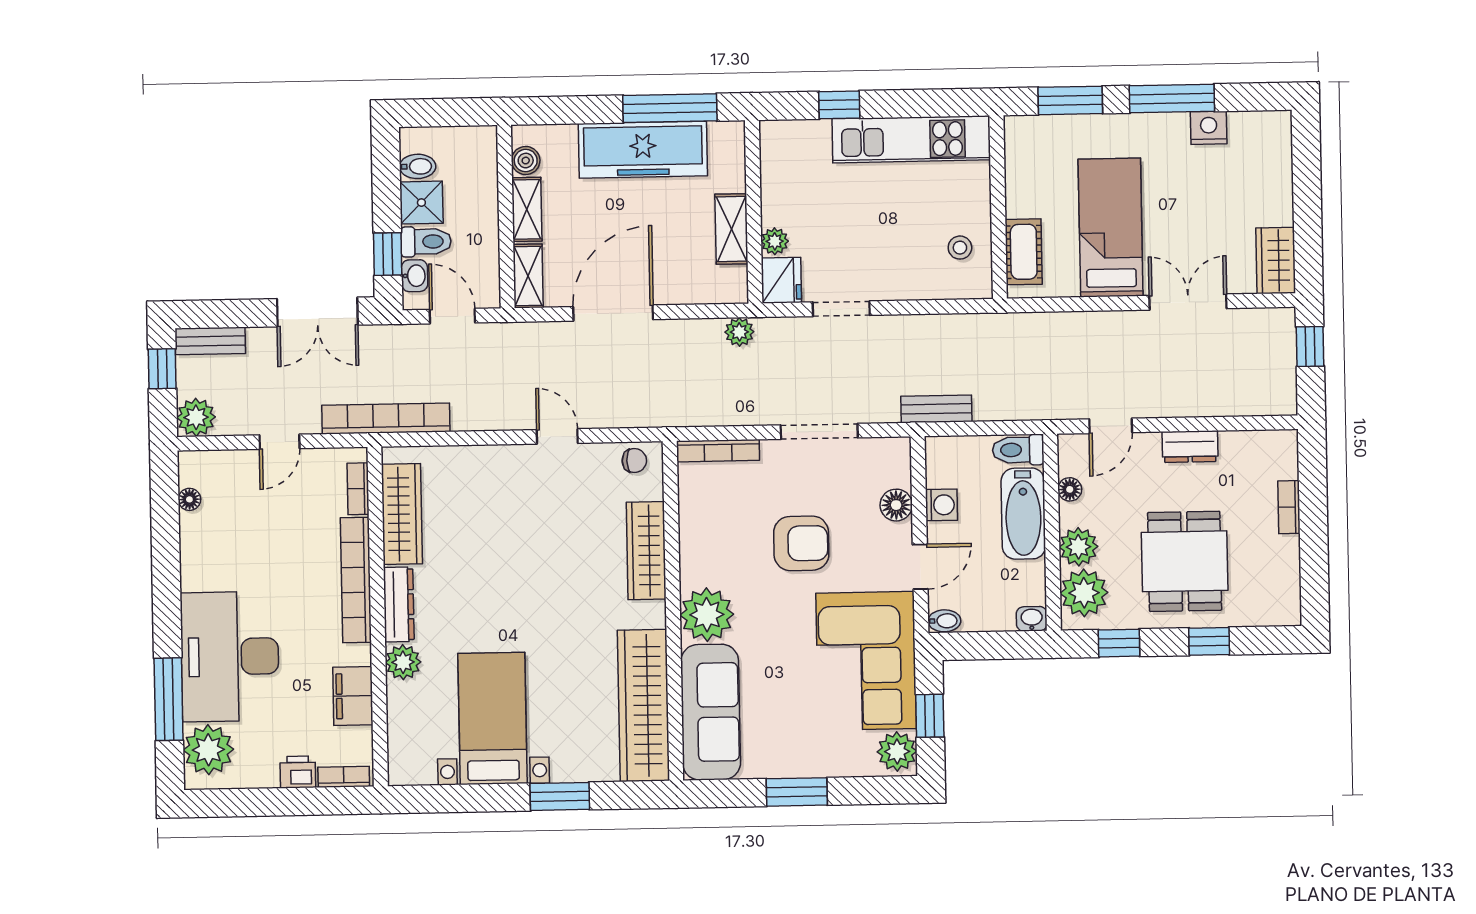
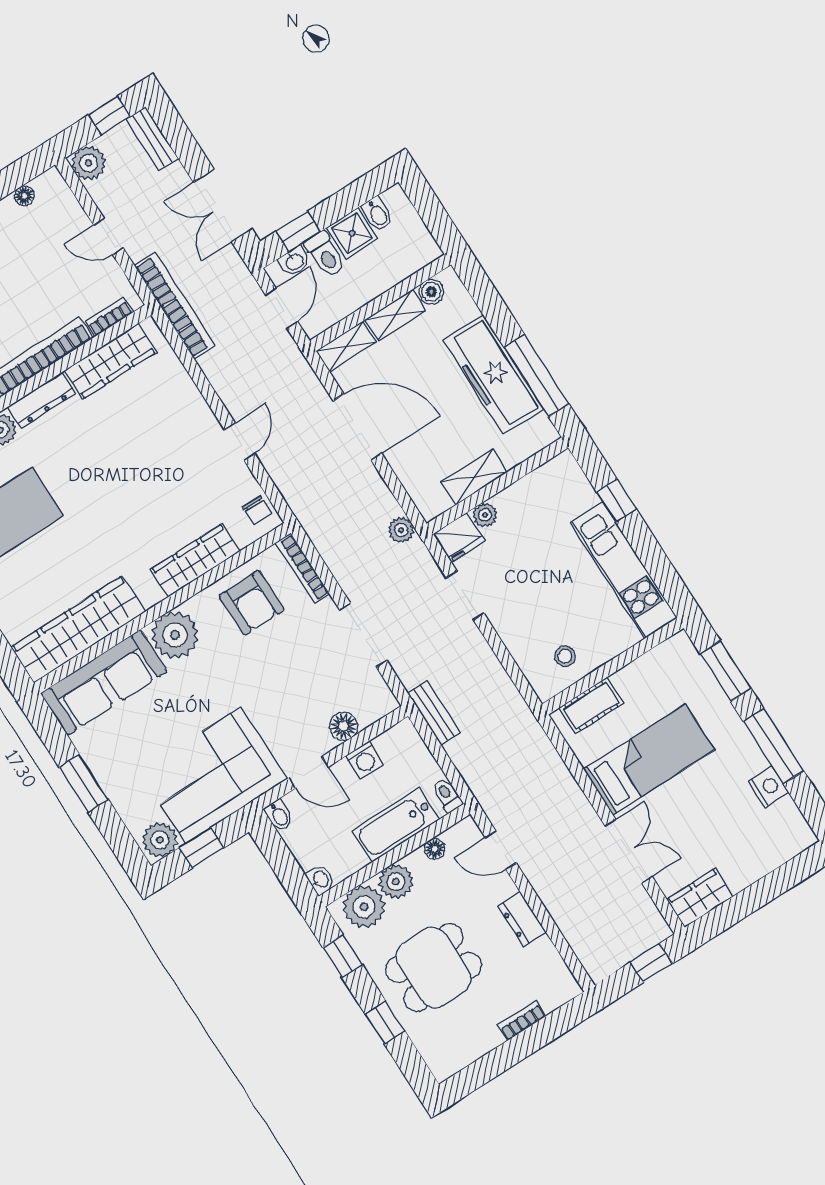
toilet: (1018, 450) -> (447, 795), width x0.73, depth x0.72
armchair: (801, 543) -> (252, 603), moved

